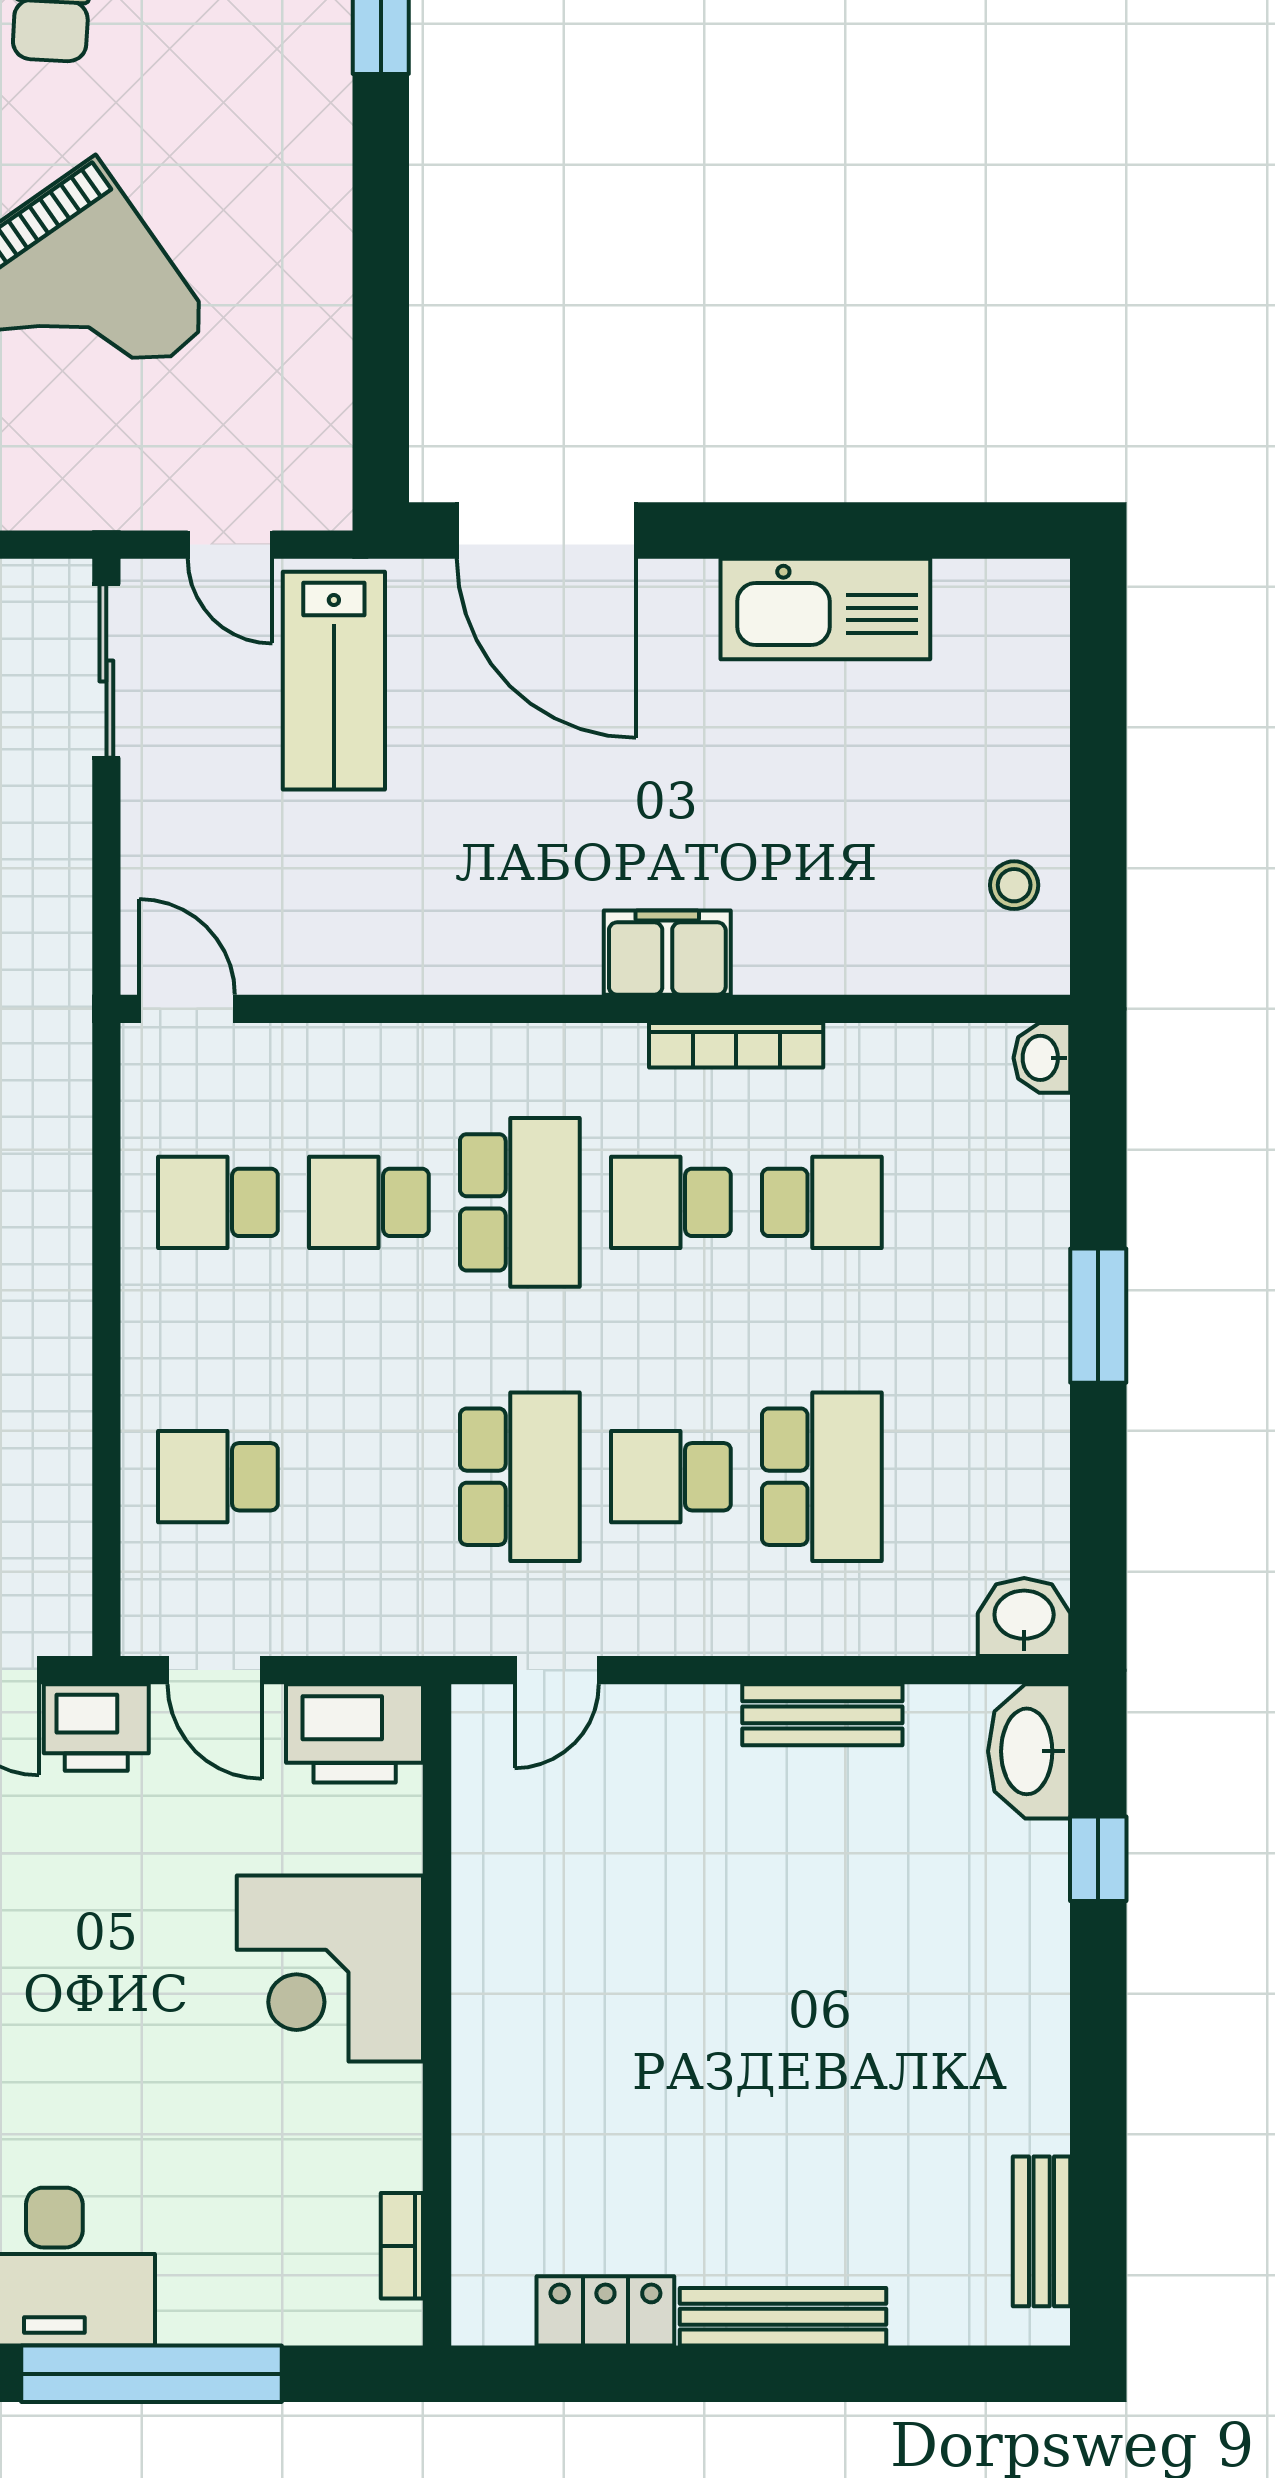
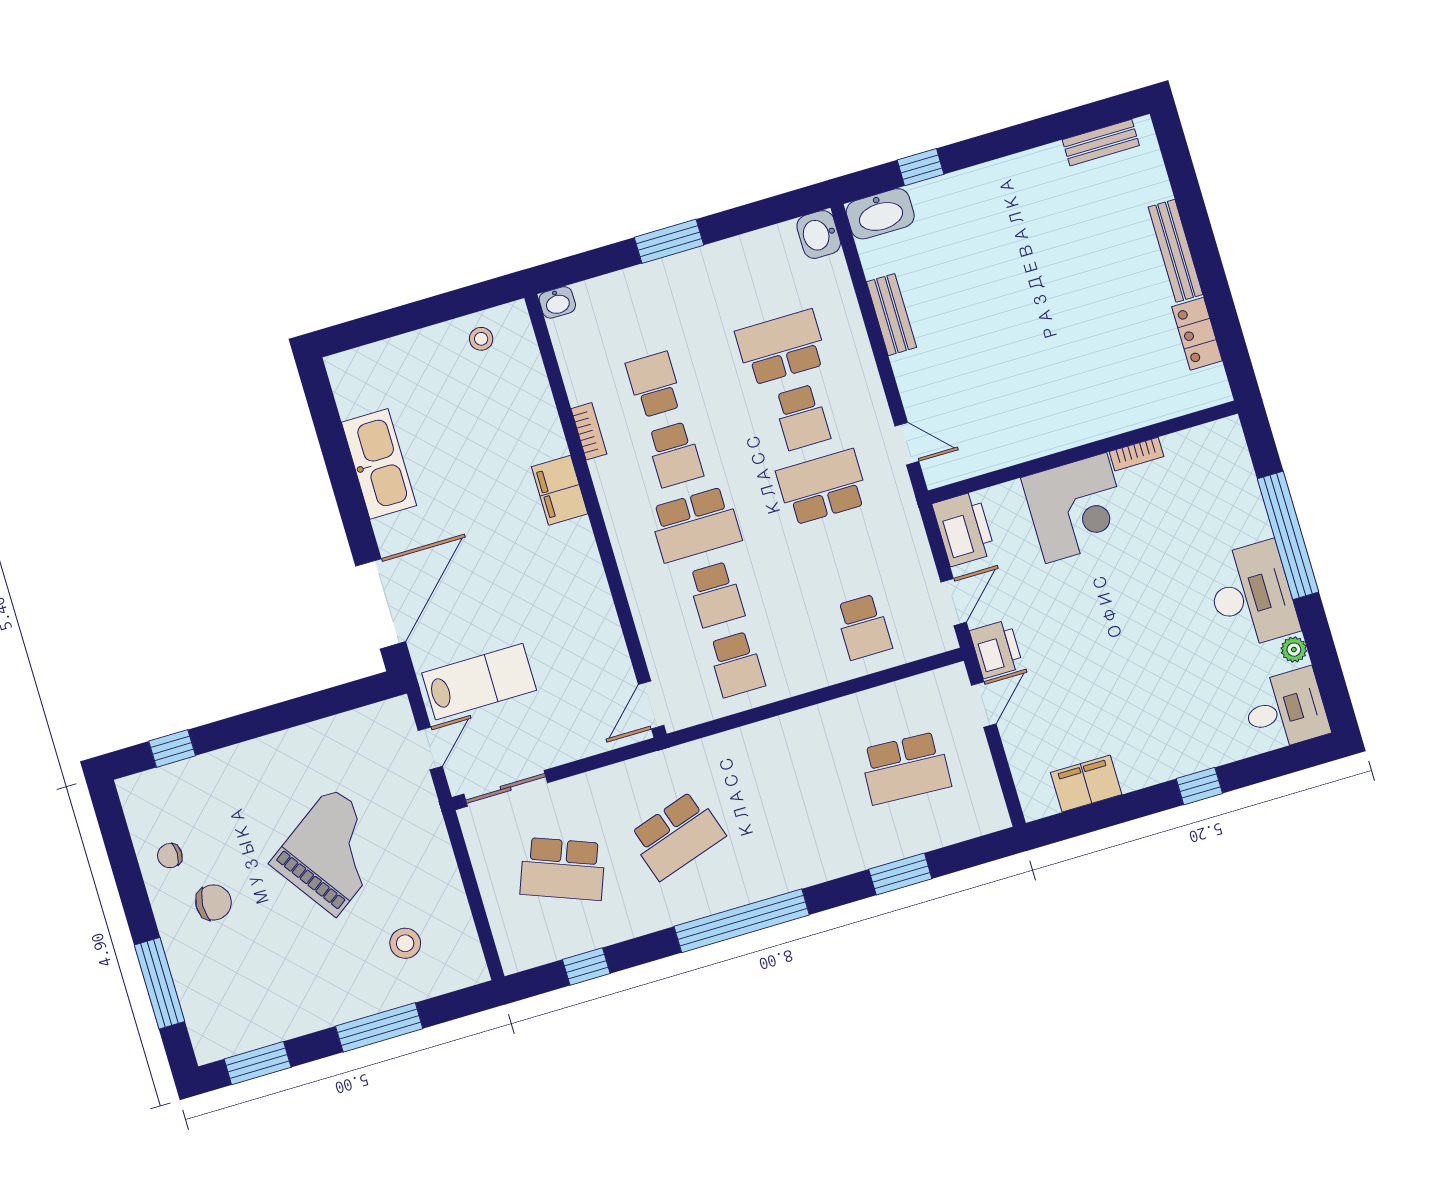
bookcase: (736, 1045) -> (589, 431), width x0.64
school desk: (520, 1202) -> (695, 524), turned 180
bookcase: (402, 2246) -> (1136, 454), moved

